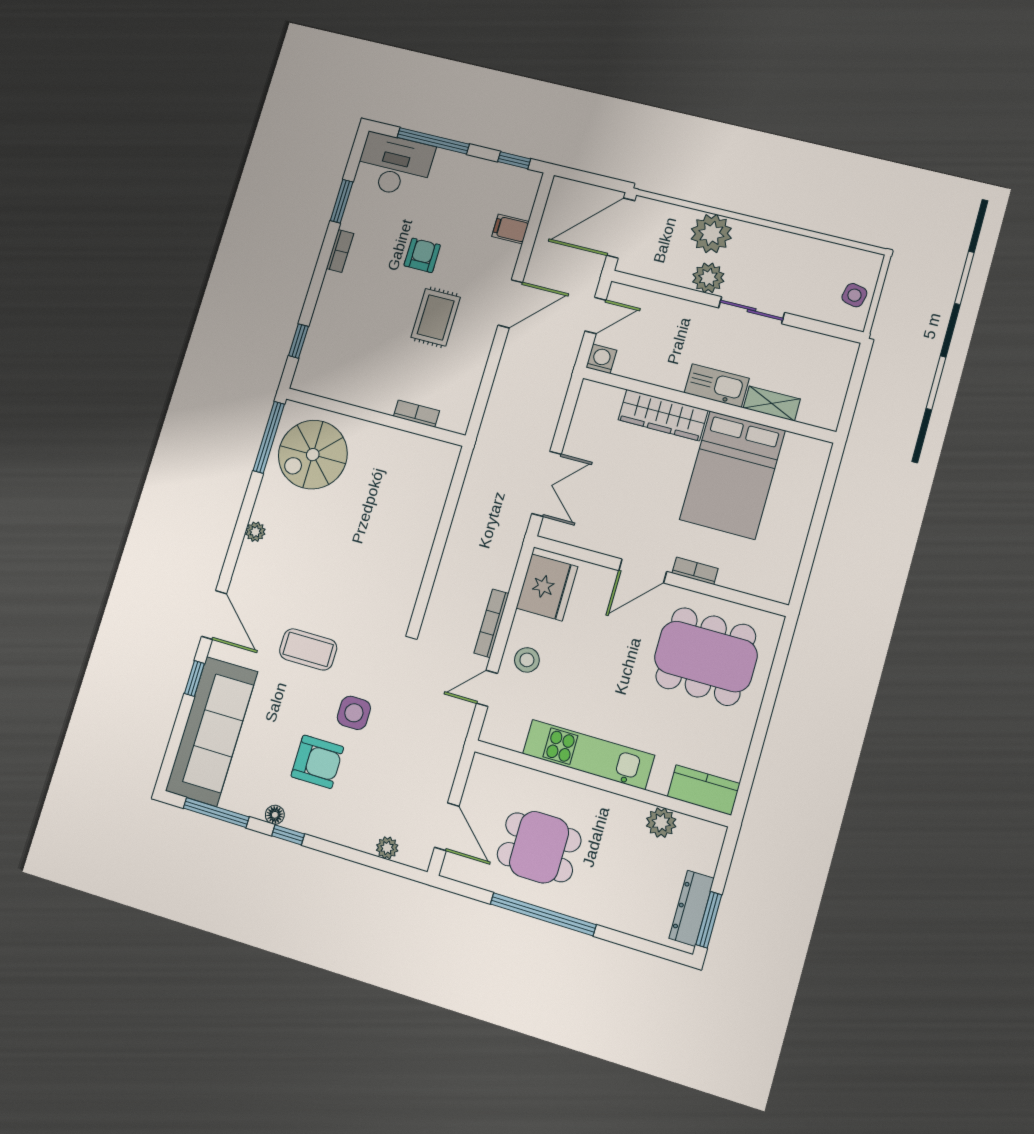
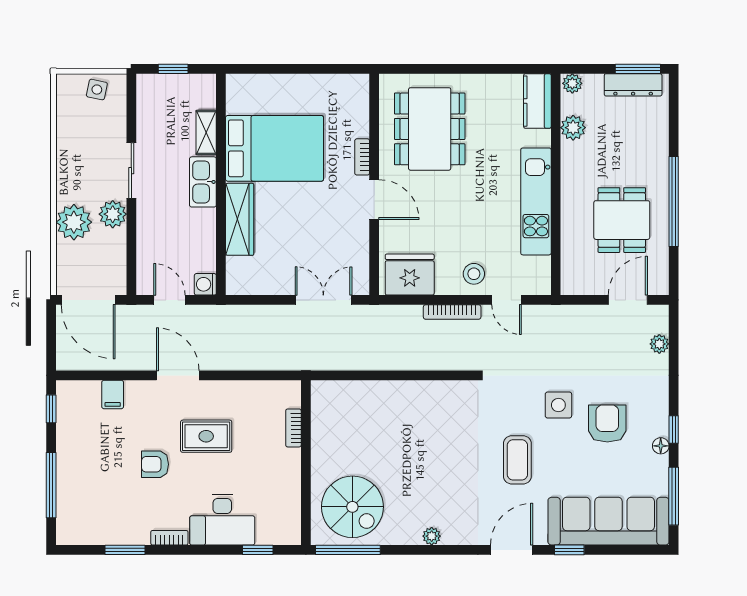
desk: (394, 165) -> (222, 520), moved, turned -90
window: (855, 386) -> (173, 69), added
plant: (713, 837) -> (572, 83), added

